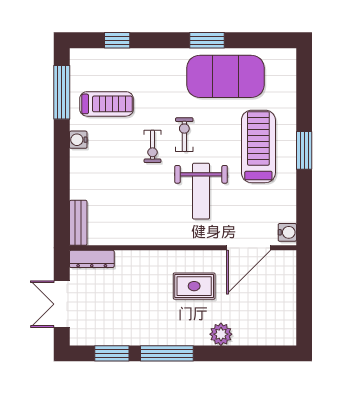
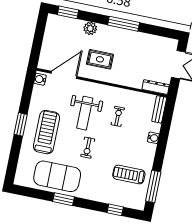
water cooler: (78, 140) -> (153, 138), moved
exercise bike: (152, 146) -> (118, 116), moved
treadmill: (258, 146) -> (46, 132), turned 180
weight bench: (201, 191) -> (85, 113), turned 180
window: (112, 353) -> (68, 12), moved

